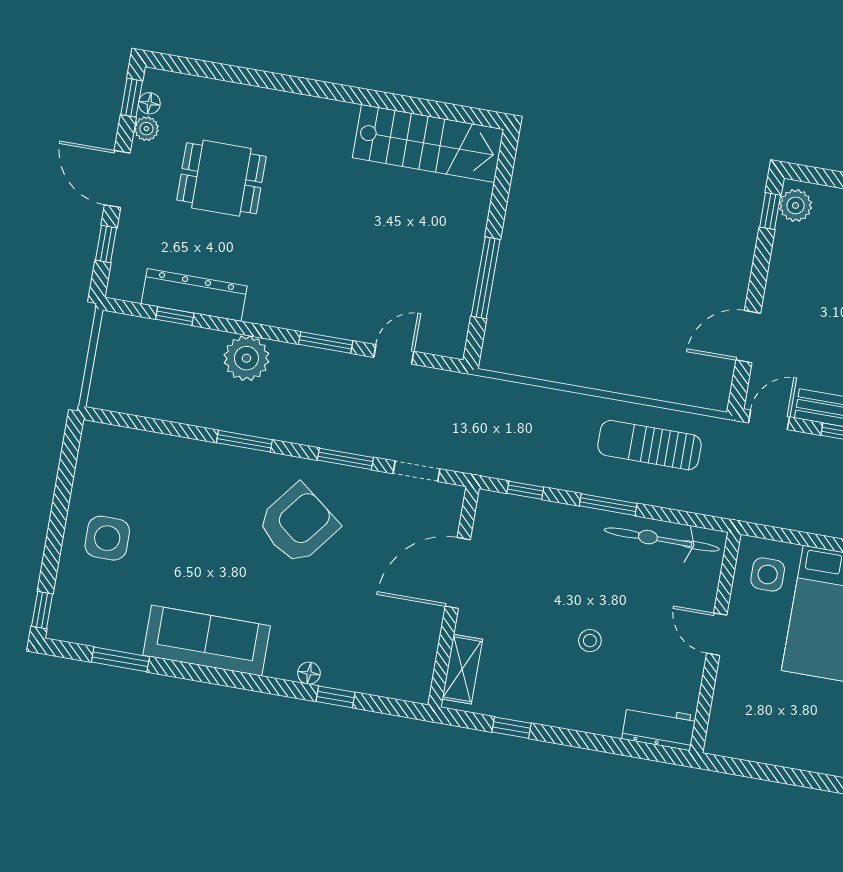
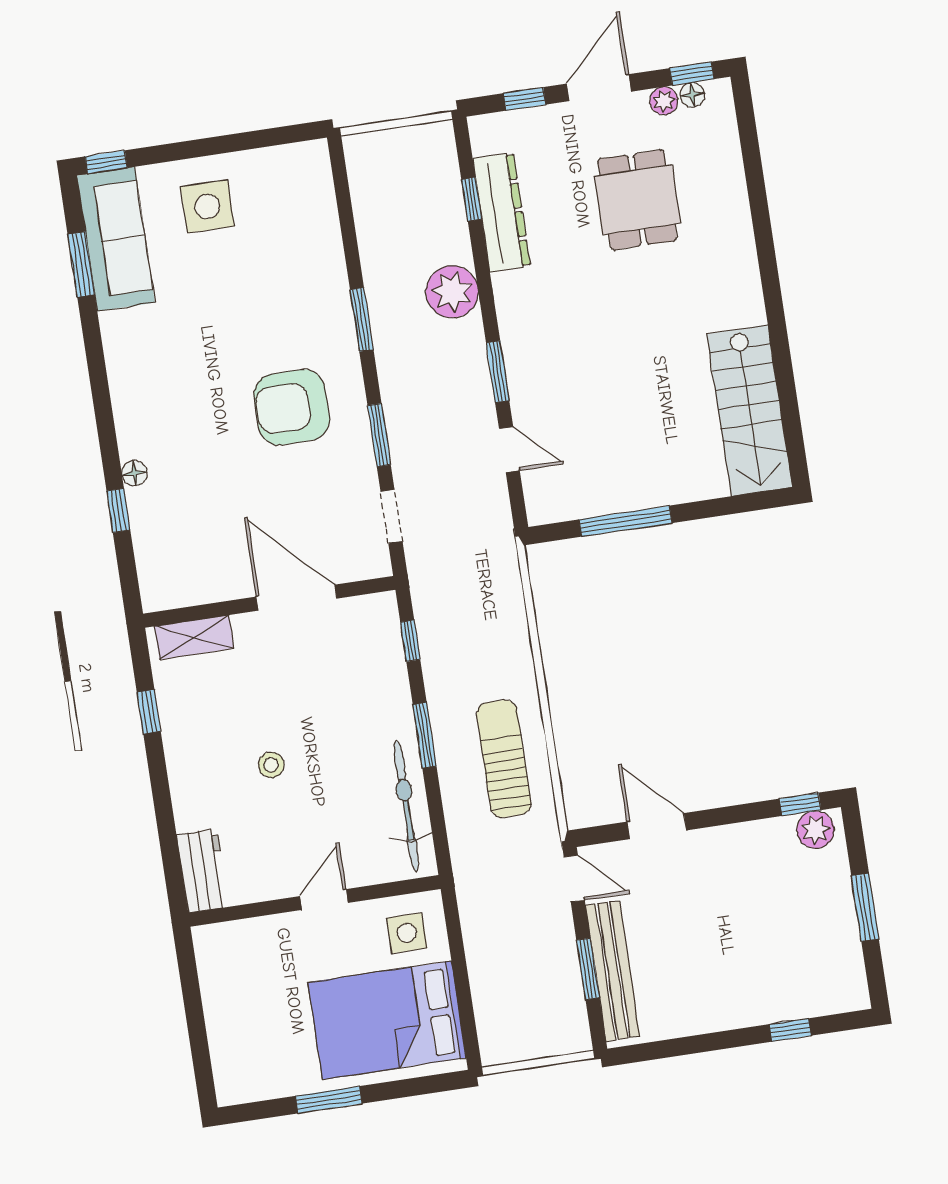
armchair: (298, 524) -> (292, 407), turned 142
sofa: (207, 641) -> (116, 239), moved

